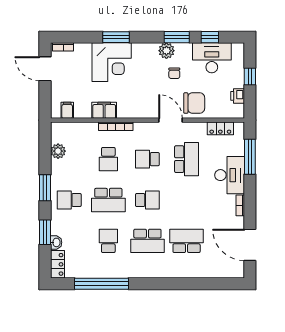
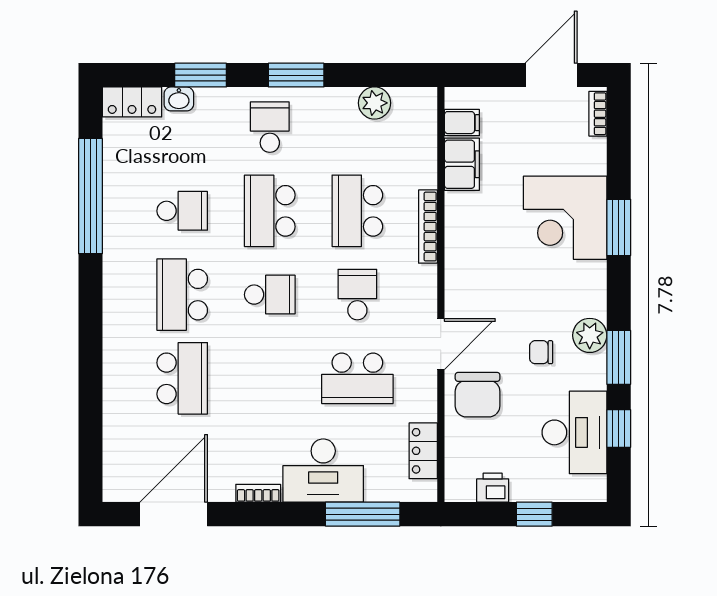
filing cabinet: (104, 110) -> (462, 164), moved
school desk: (108, 159) -> (357, 211), width x1.85
school desk: (147, 200) -> (270, 295), turned -90

